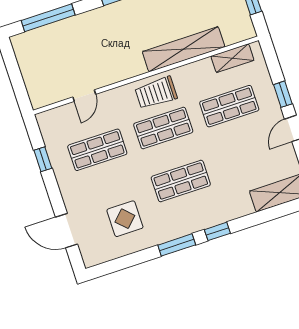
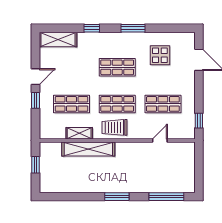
shelving: (232, 58) -> (79, 133), moved
trolley: (156, 93) -> (114, 127), turned 180
window: (43, 159) -> (199, 121), moved
window: (217, 231) -> (92, 28), moved

